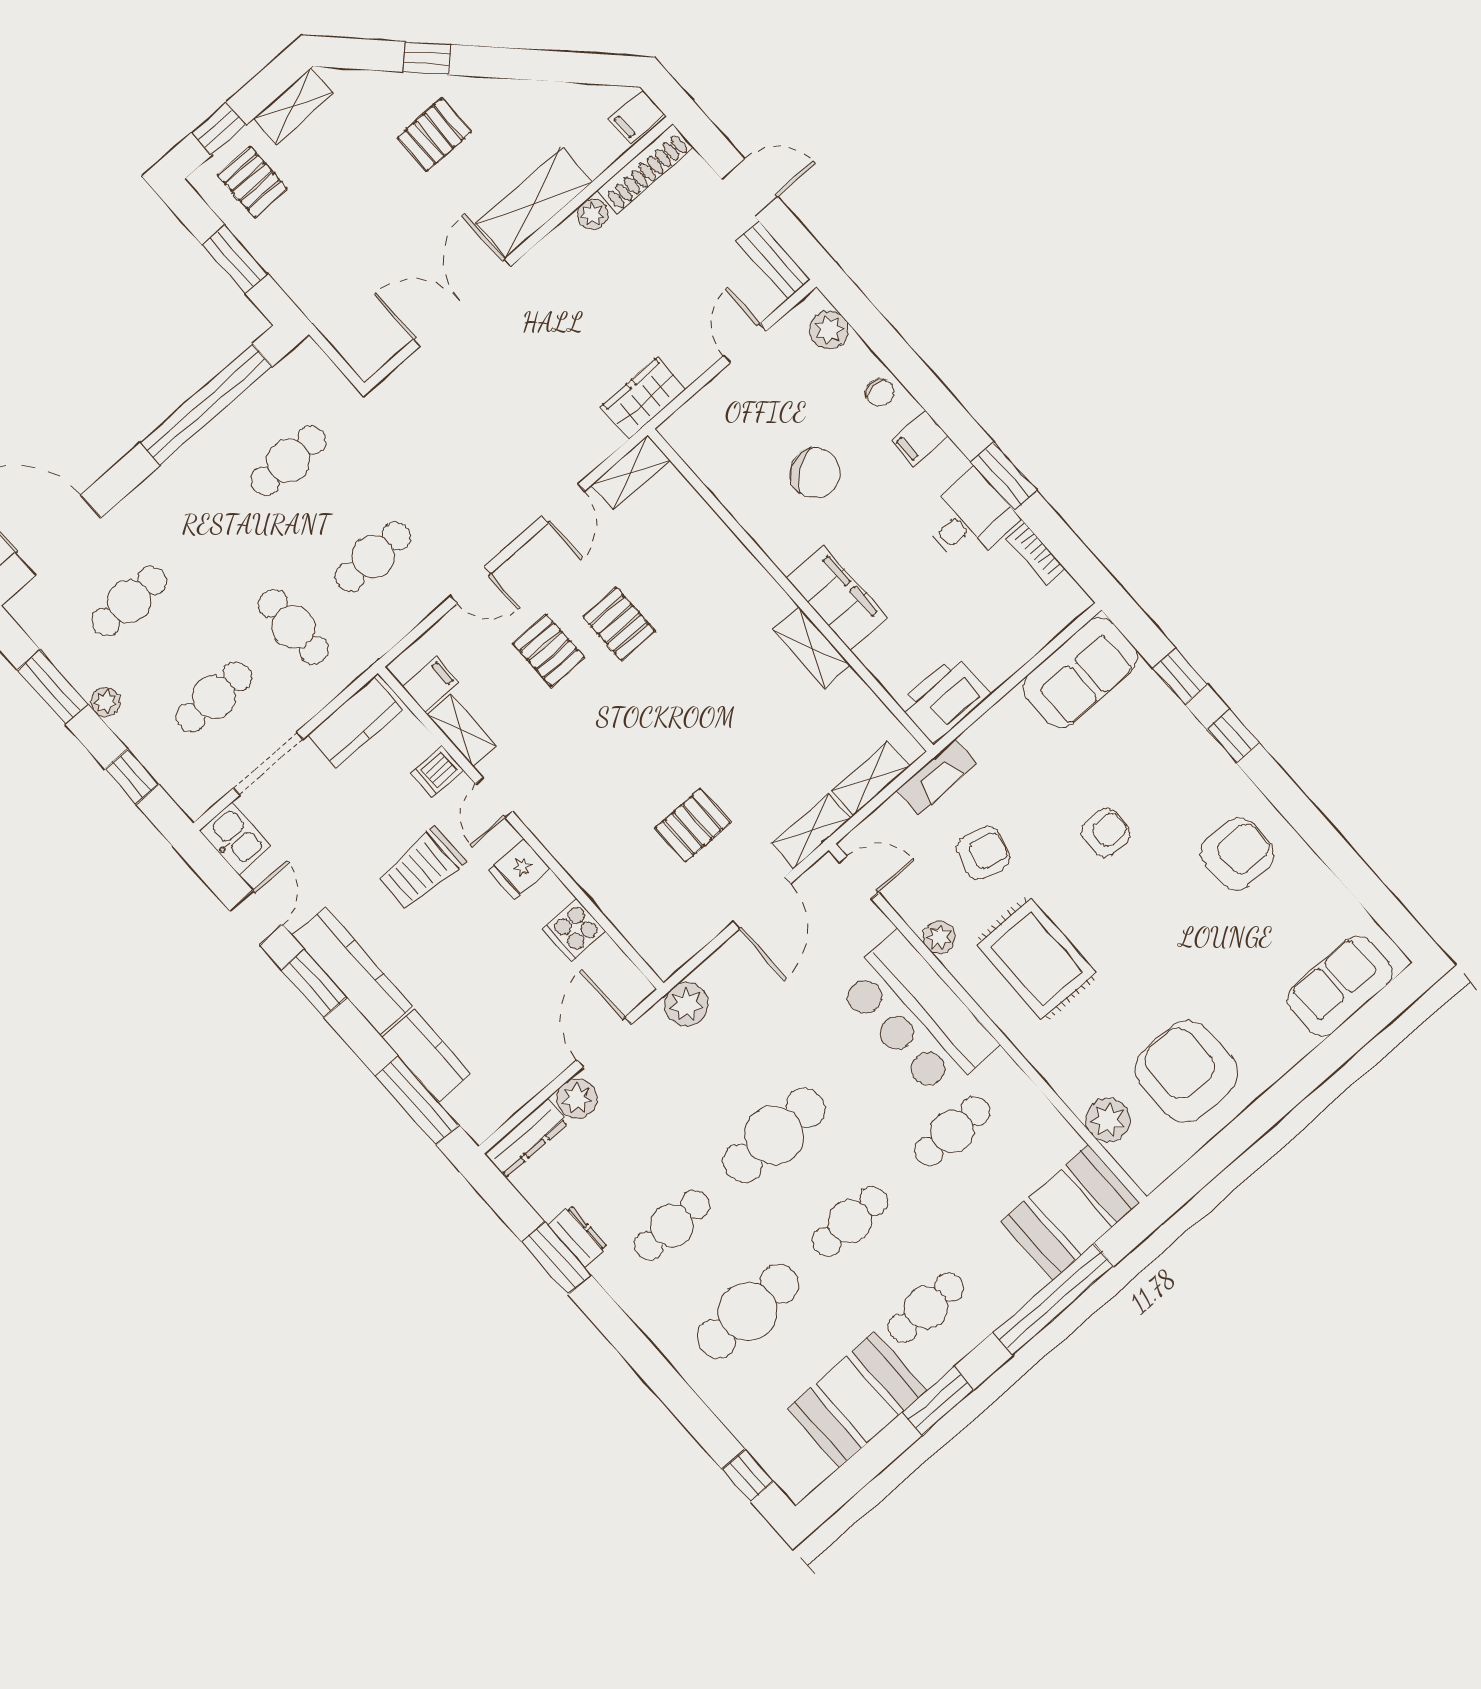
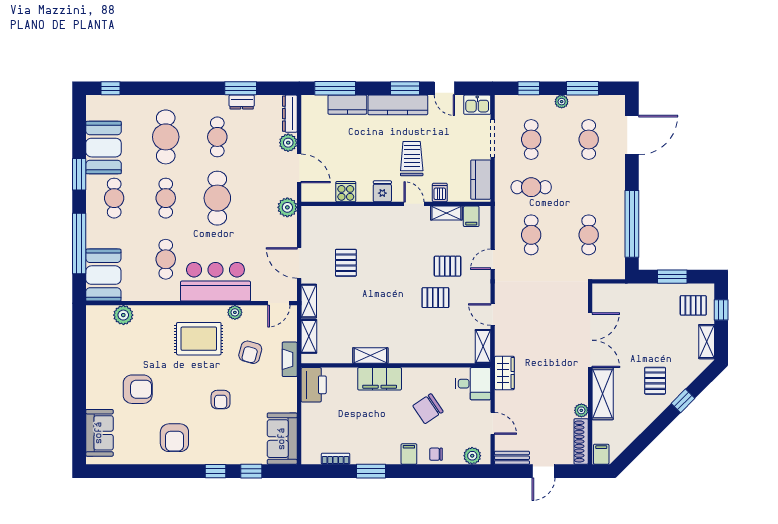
desk: (969, 518) -> (473, 384), moved, turned -90
armchair: (1186, 1071) -> (138, 389), moved, width x0.73, depth x0.73

